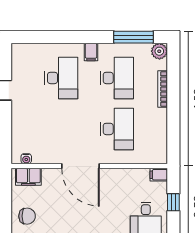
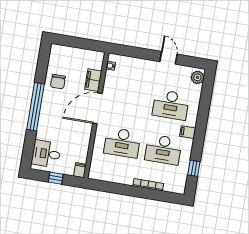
window: (133, 37) -> (194, 168), width x0.46
plant: (159, 51) -> (197, 77), moved
filing cabinet: (28, 177) -> (93, 80), moved
chair: (27, 216) -> (58, 82), moved

